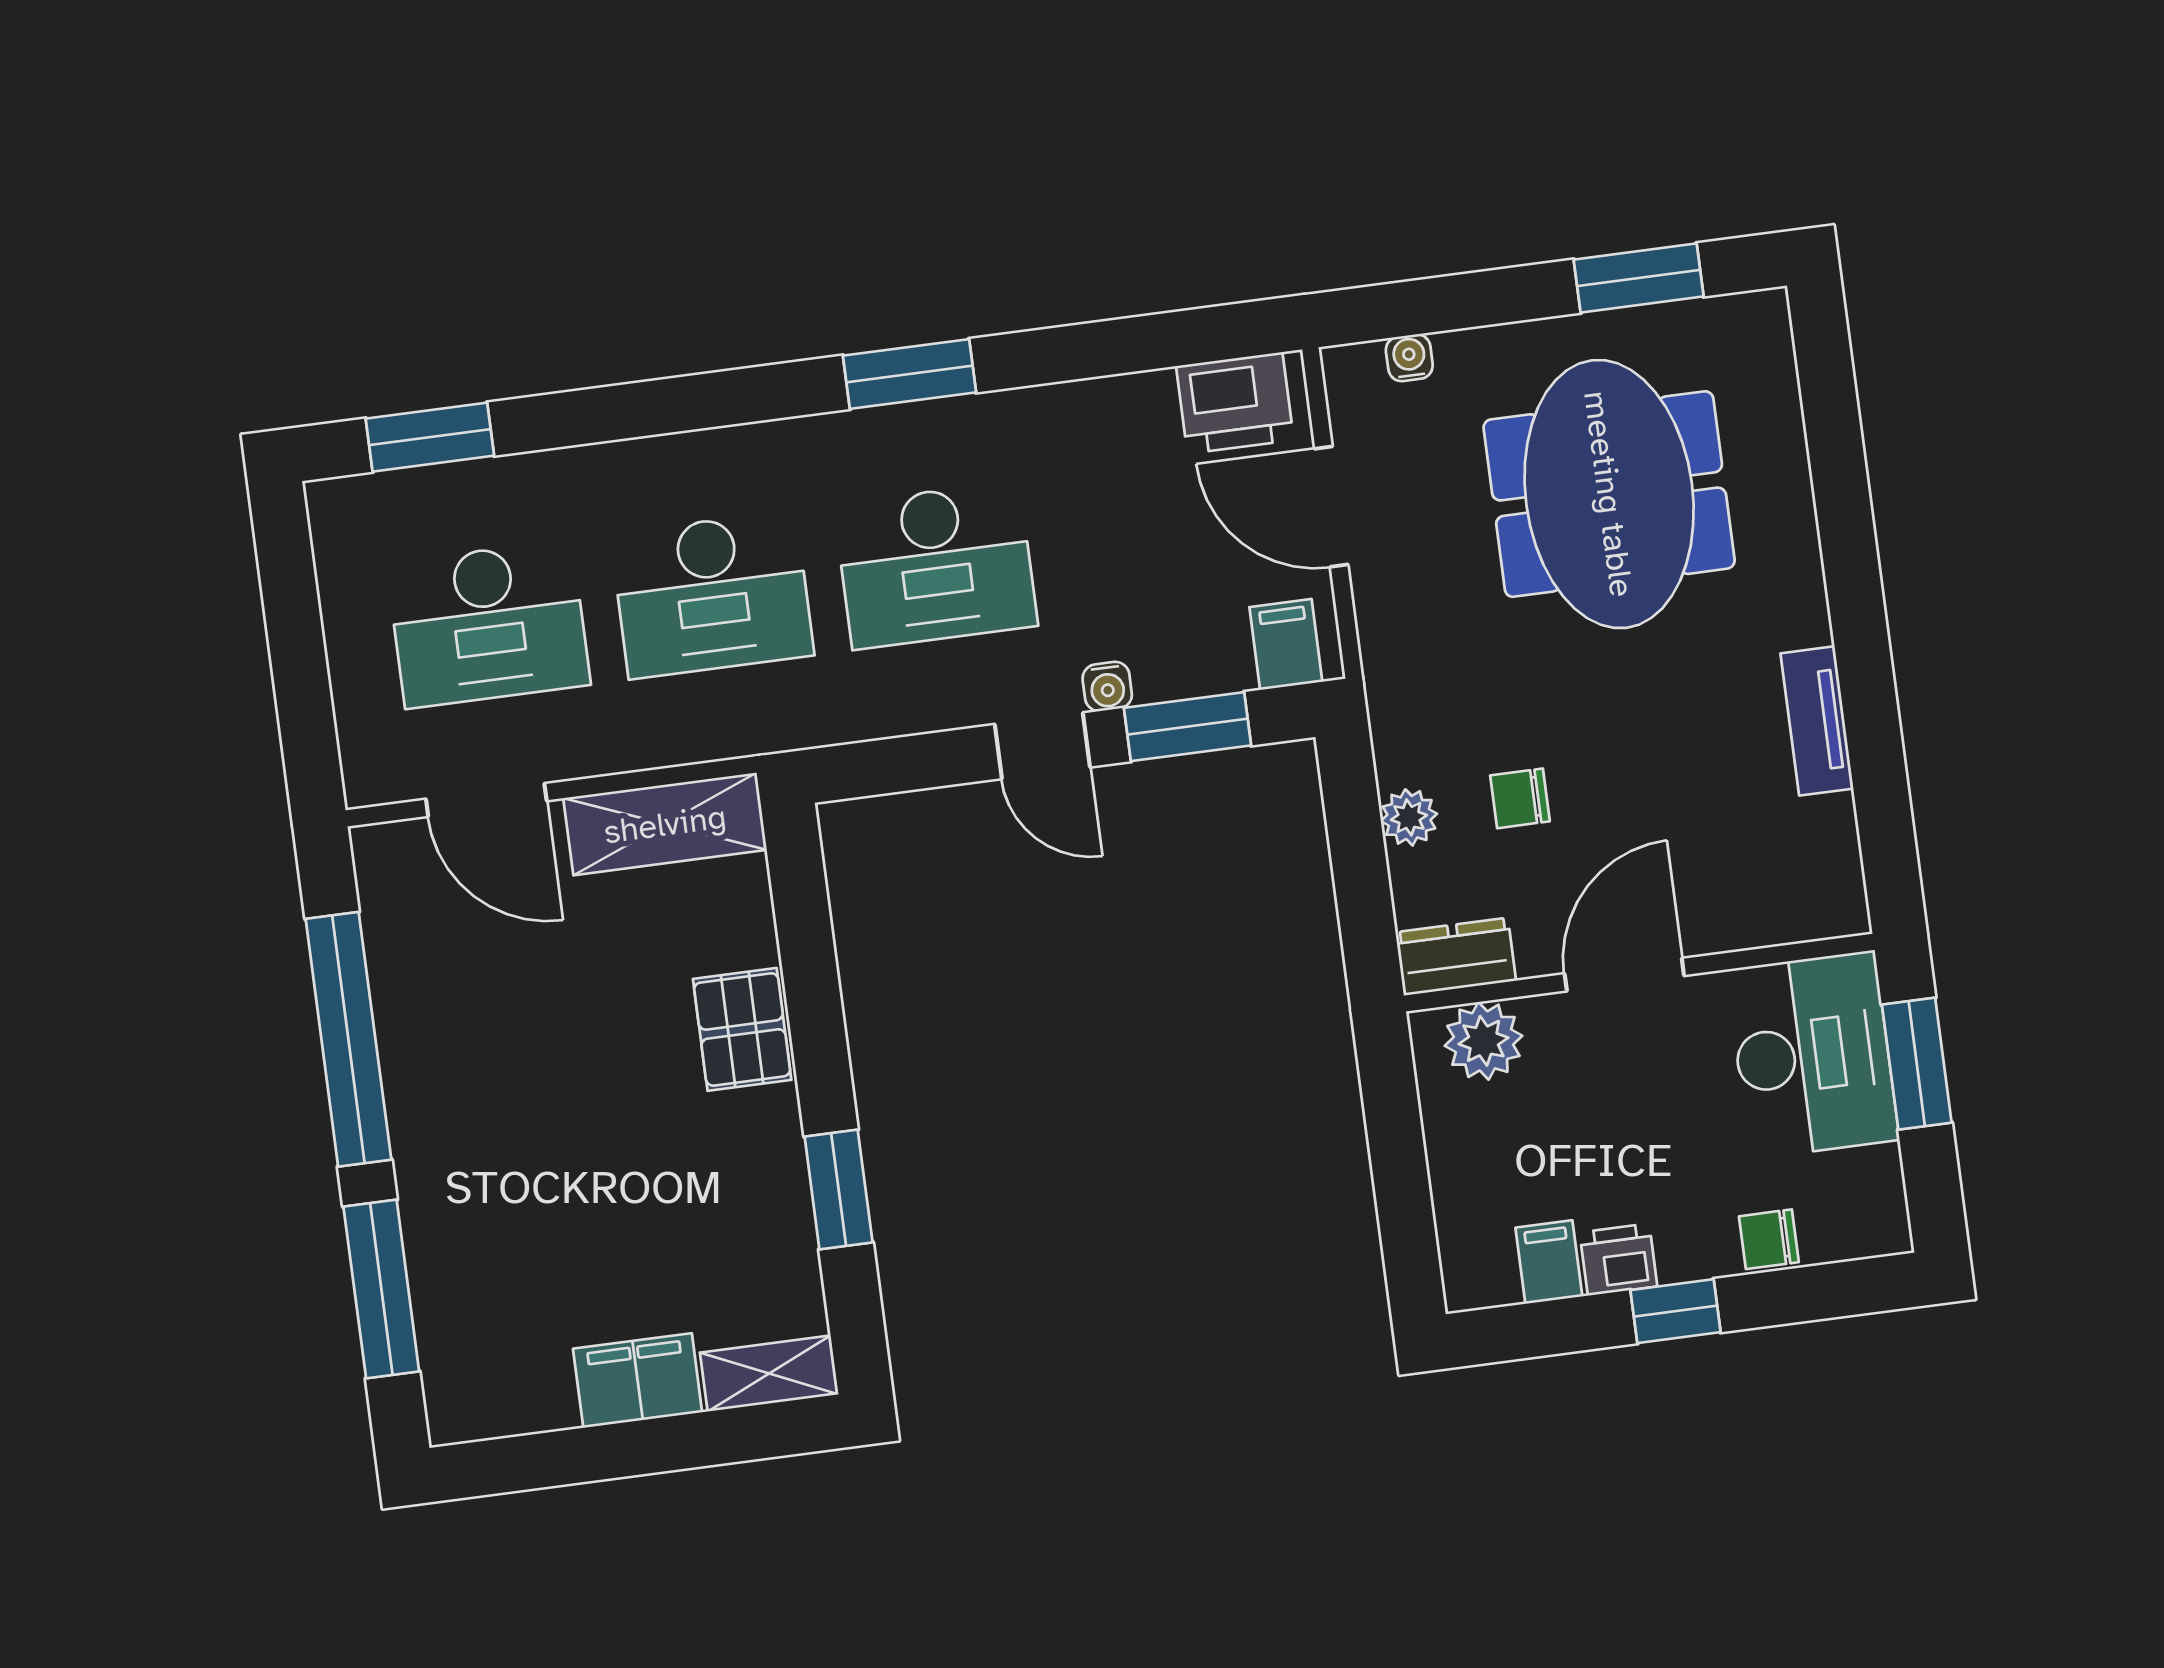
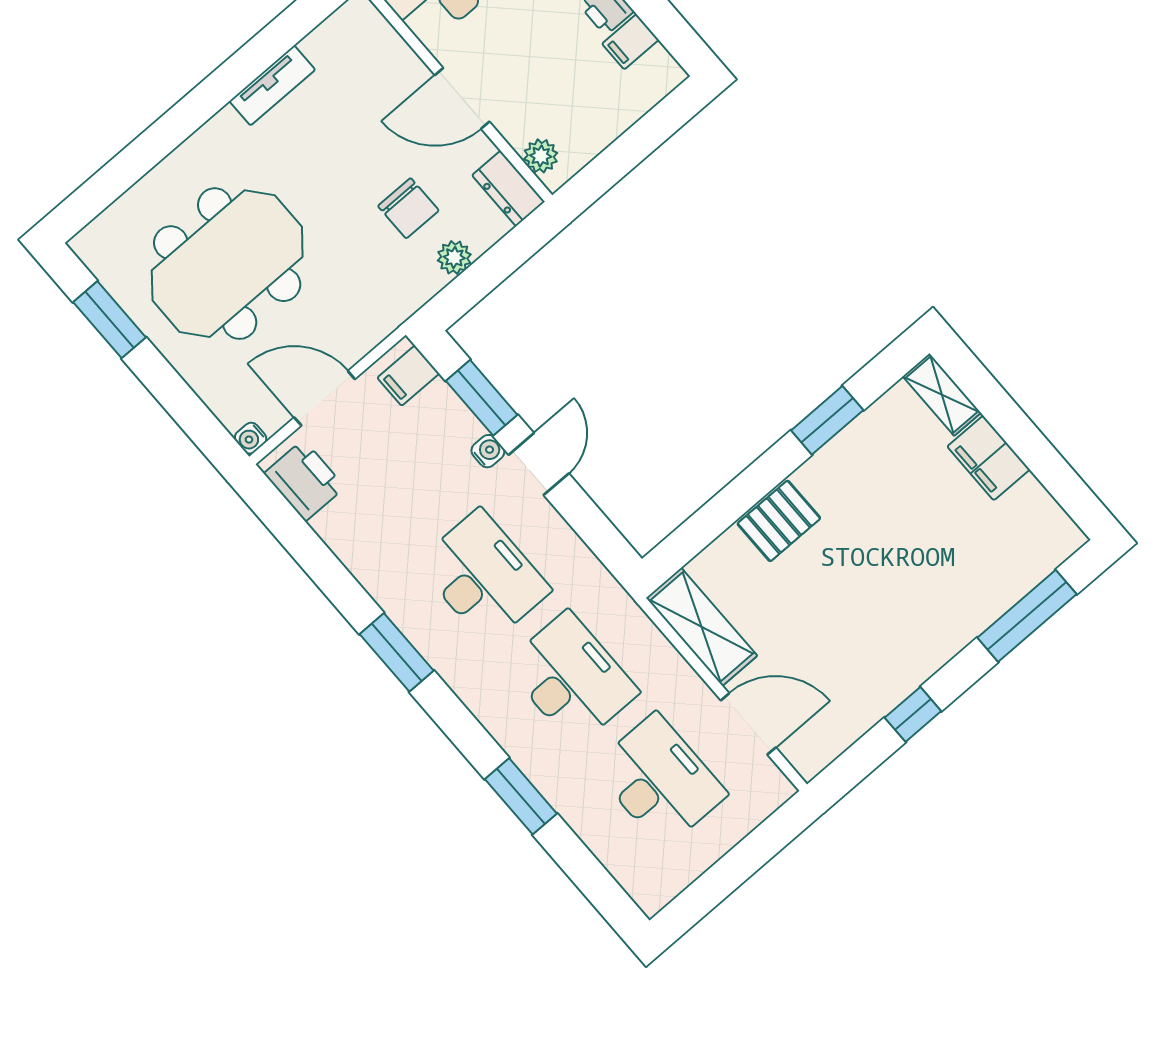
water cooler: (1409, 358) -> (251, 438), moved
window: (430, 437) -> (521, 796), moved
door: (1331, 507) -> (325, 398), swing flipped
chair: (1520, 798) -> (408, 208), width x1.37, depth x1.37
door: (486, 800) -> (748, 724), hinge flipped
window: (348, 1039) -> (913, 714), width x0.32
plant: (1483, 1041) -> (541, 156), width x0.73, depth x0.73

